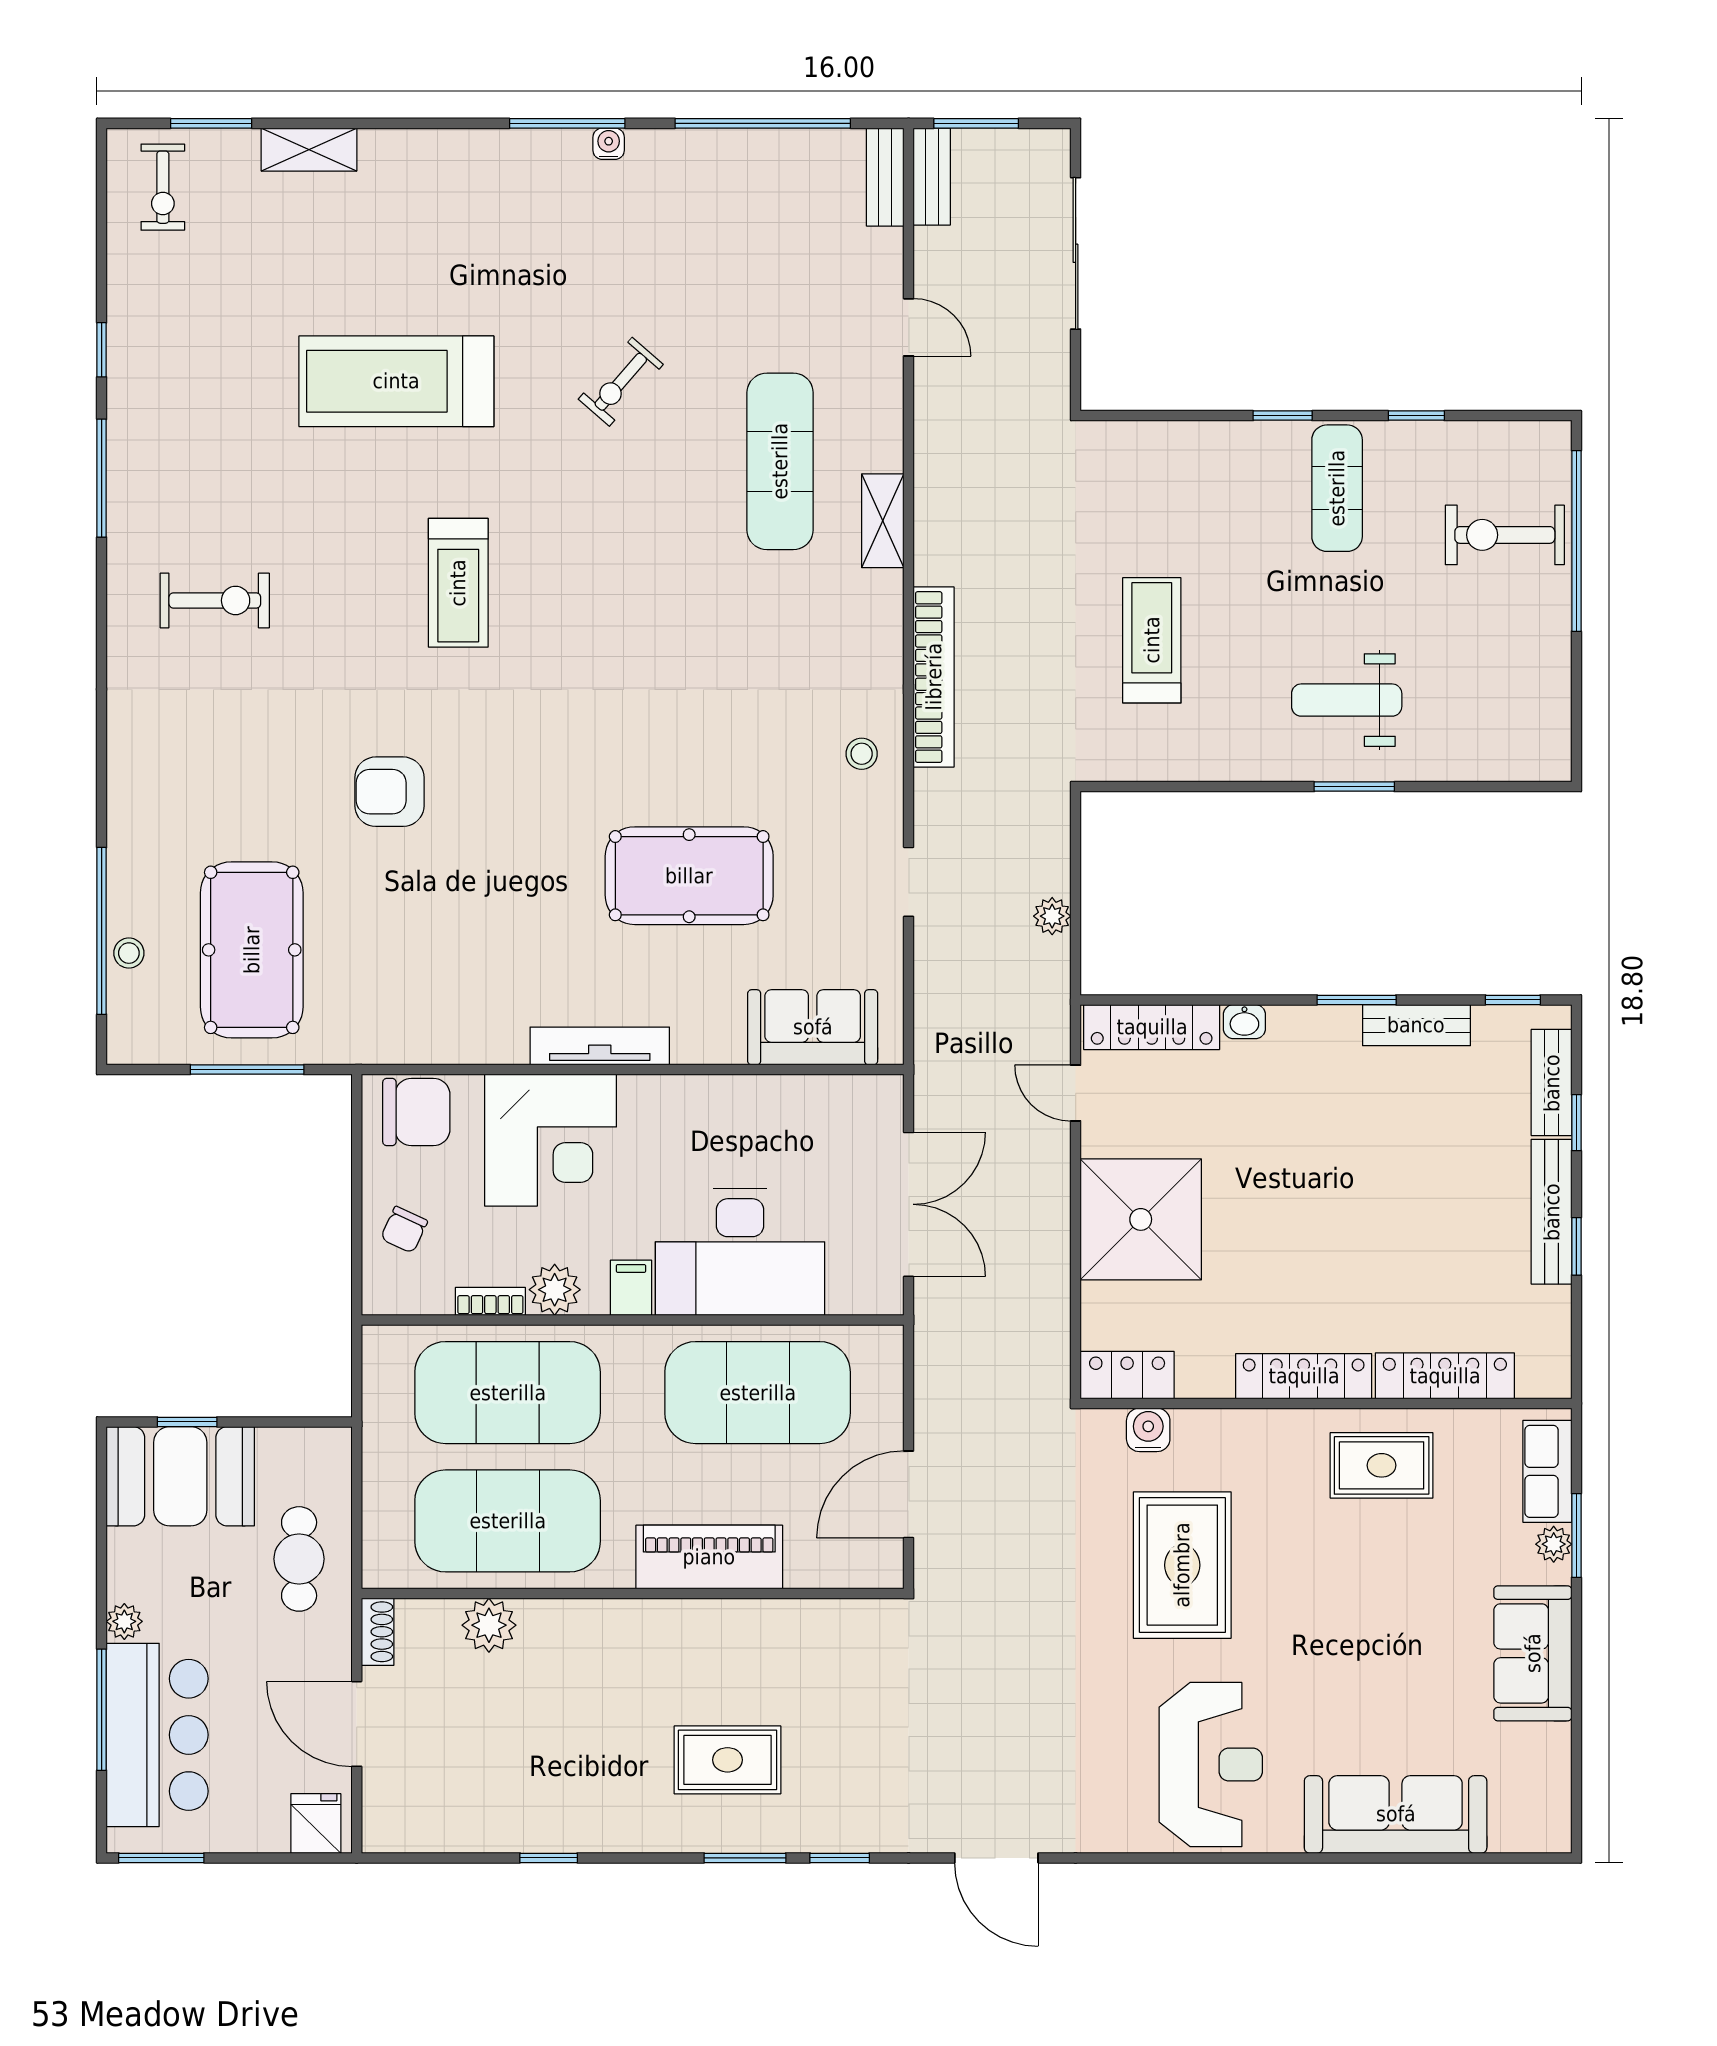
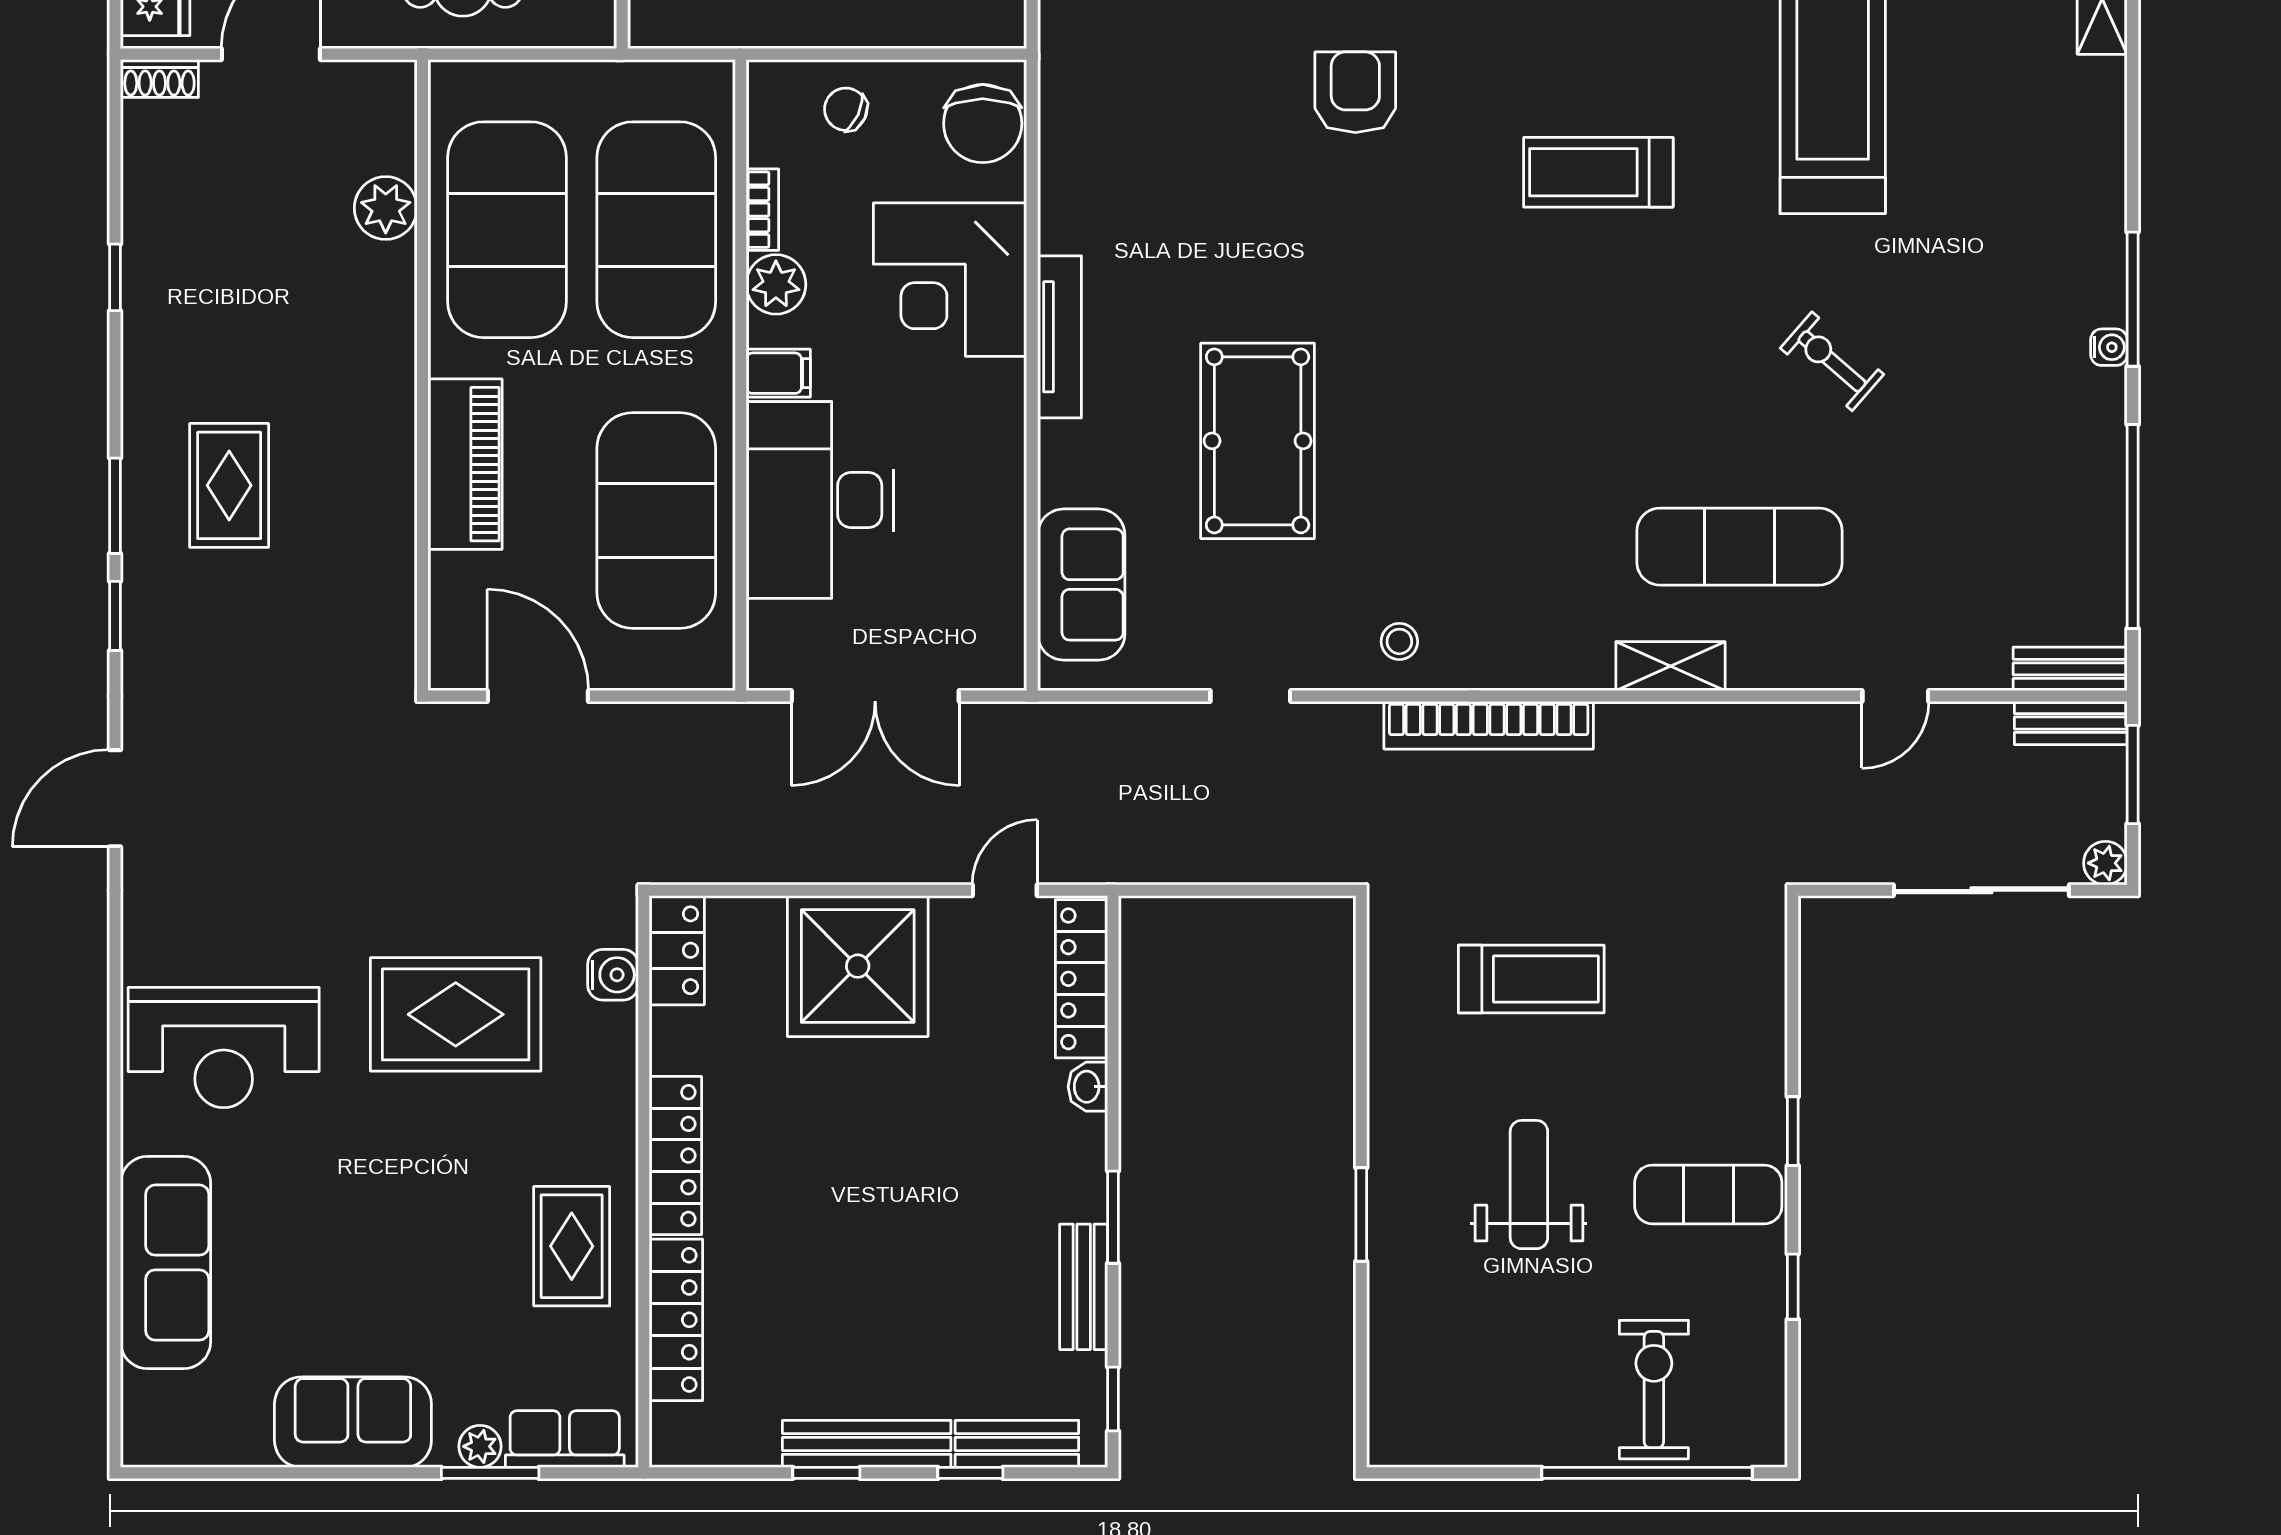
weight bench: (1347, 700) -> (1529, 1185), moved
plant: (1052, 916) -> (2105, 863), moved
shoe rack: (378, 1632) -> (159, 78), moved

